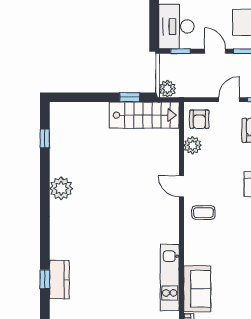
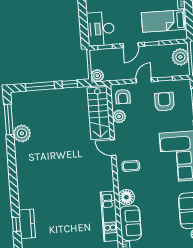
door: (215, 51) -> (131, 45), swing flipped
window: (90, 97) -> (40, 86), added
stairs: (144, 115) -> (99, 113), moved, turned 90
window: (45, 139) -> (9, 119), width x2.17
plant: (61, 188) -> (22, 133), moved
floor lamp: (194, 254) -> (126, 197), added

